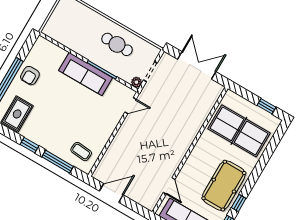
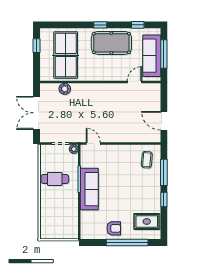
cafe table: (117, 44) -> (55, 179), turned 90
plant: (205, 109) -> (65, 89), added
window: (239, 203) -> (100, 25), moved

